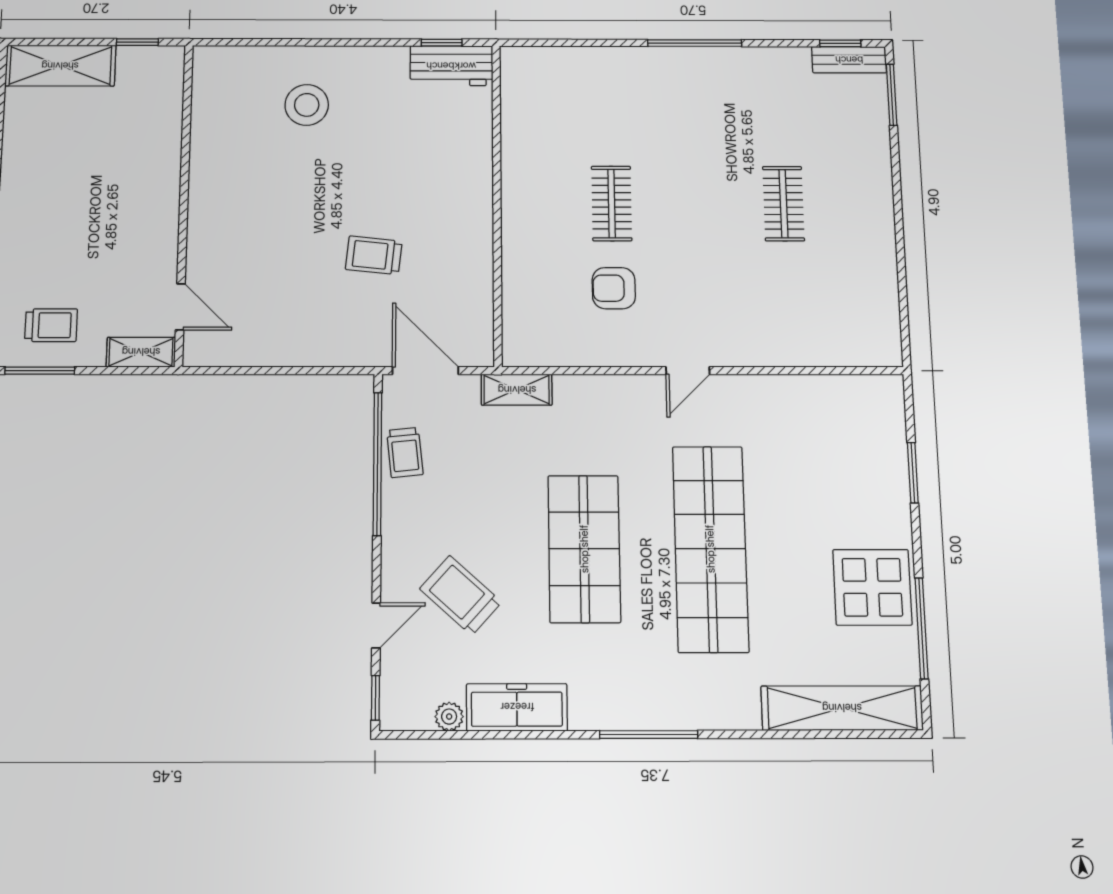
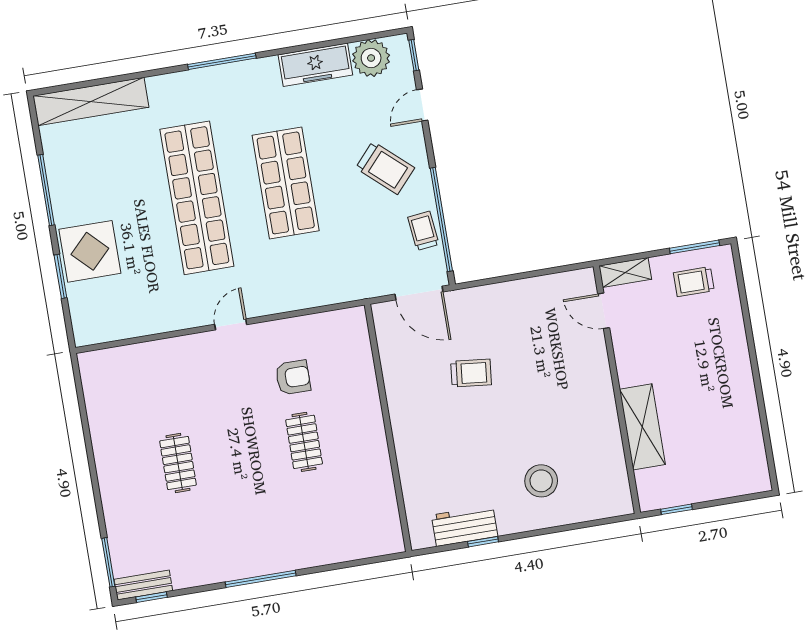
window: (442, 43) -> (483, 542), moved
shelving: (60, 66) -> (642, 427), moved, turned 90
workbench: (451, 66) -> (465, 526), moved
shelving: (517, 390) -> (351, 290), removed
display table: (872, 587) -> (90, 251), moved
trolley: (461, 595) -> (385, 168), moved
window: (922, 628) -> (46, 190), moved
plant: (449, 717) -> (371, 58), width x1.87, depth x1.87

